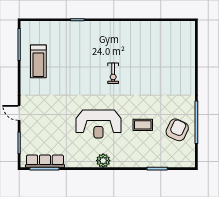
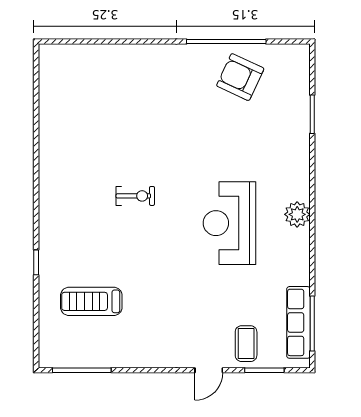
treadmill: (38, 61) -> (91, 301), moved, turned 180
reception desk: (98, 124) -> (230, 223), turned 180
coffee table: (143, 125) -> (246, 344), moved

